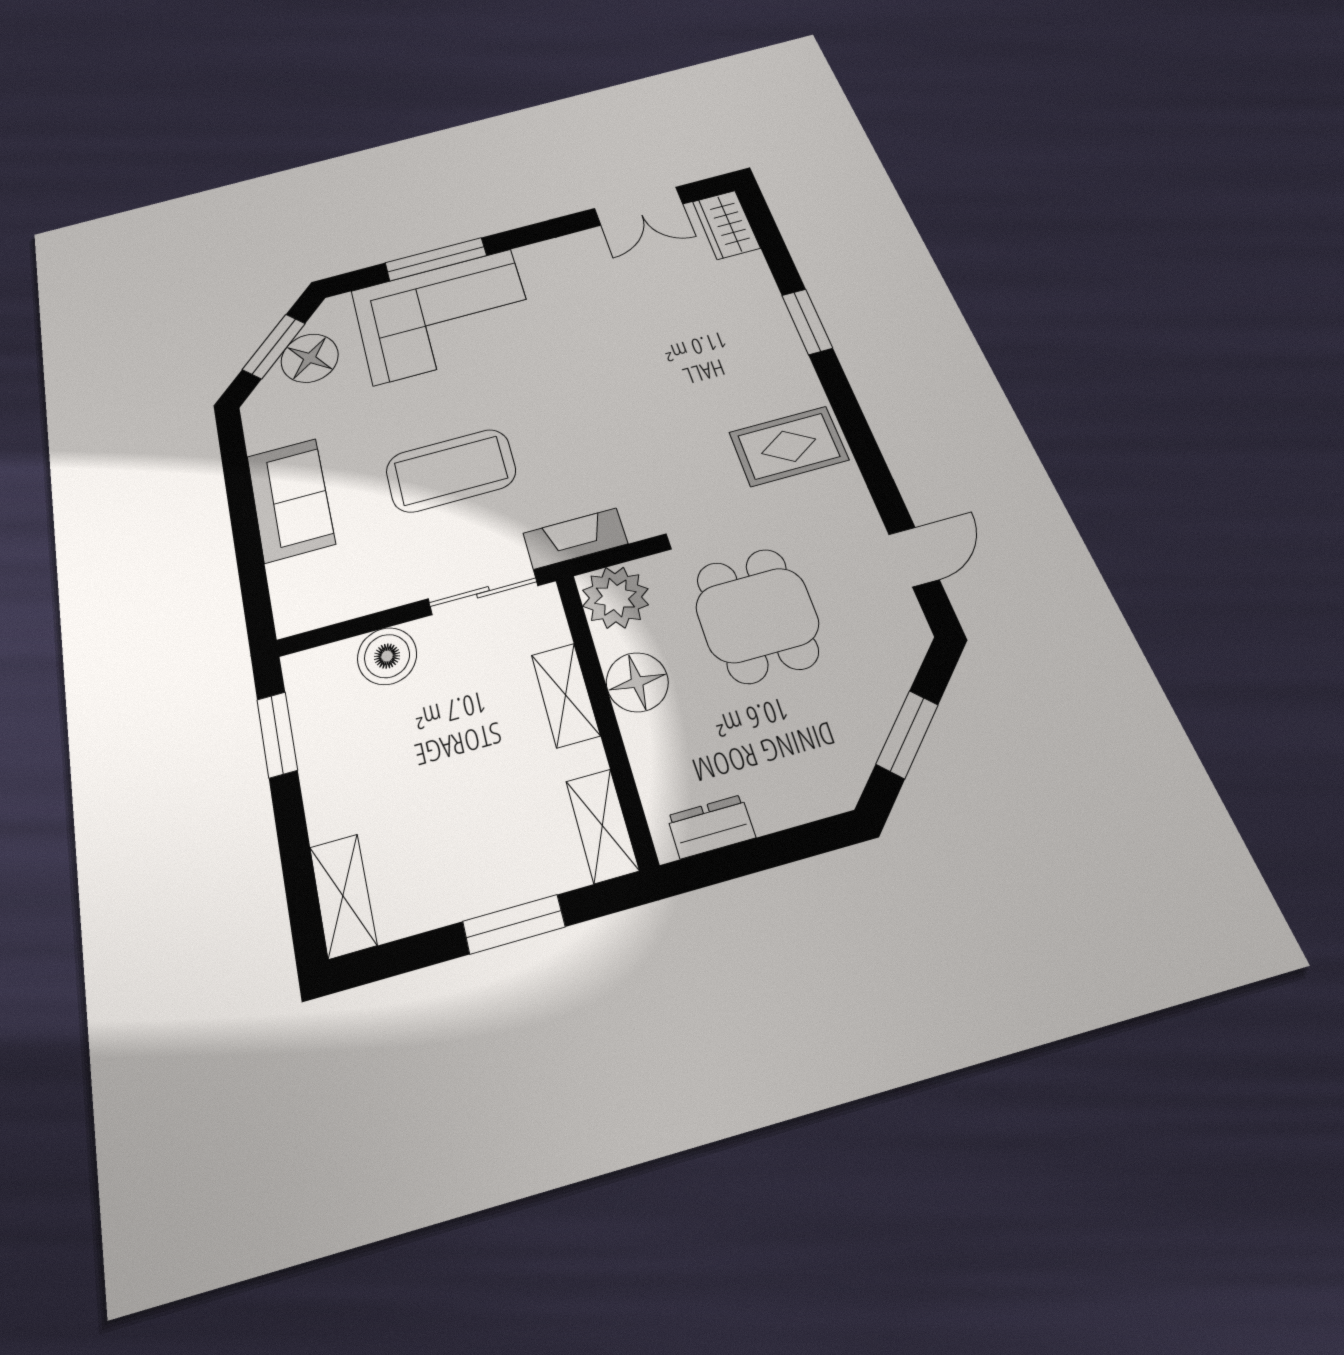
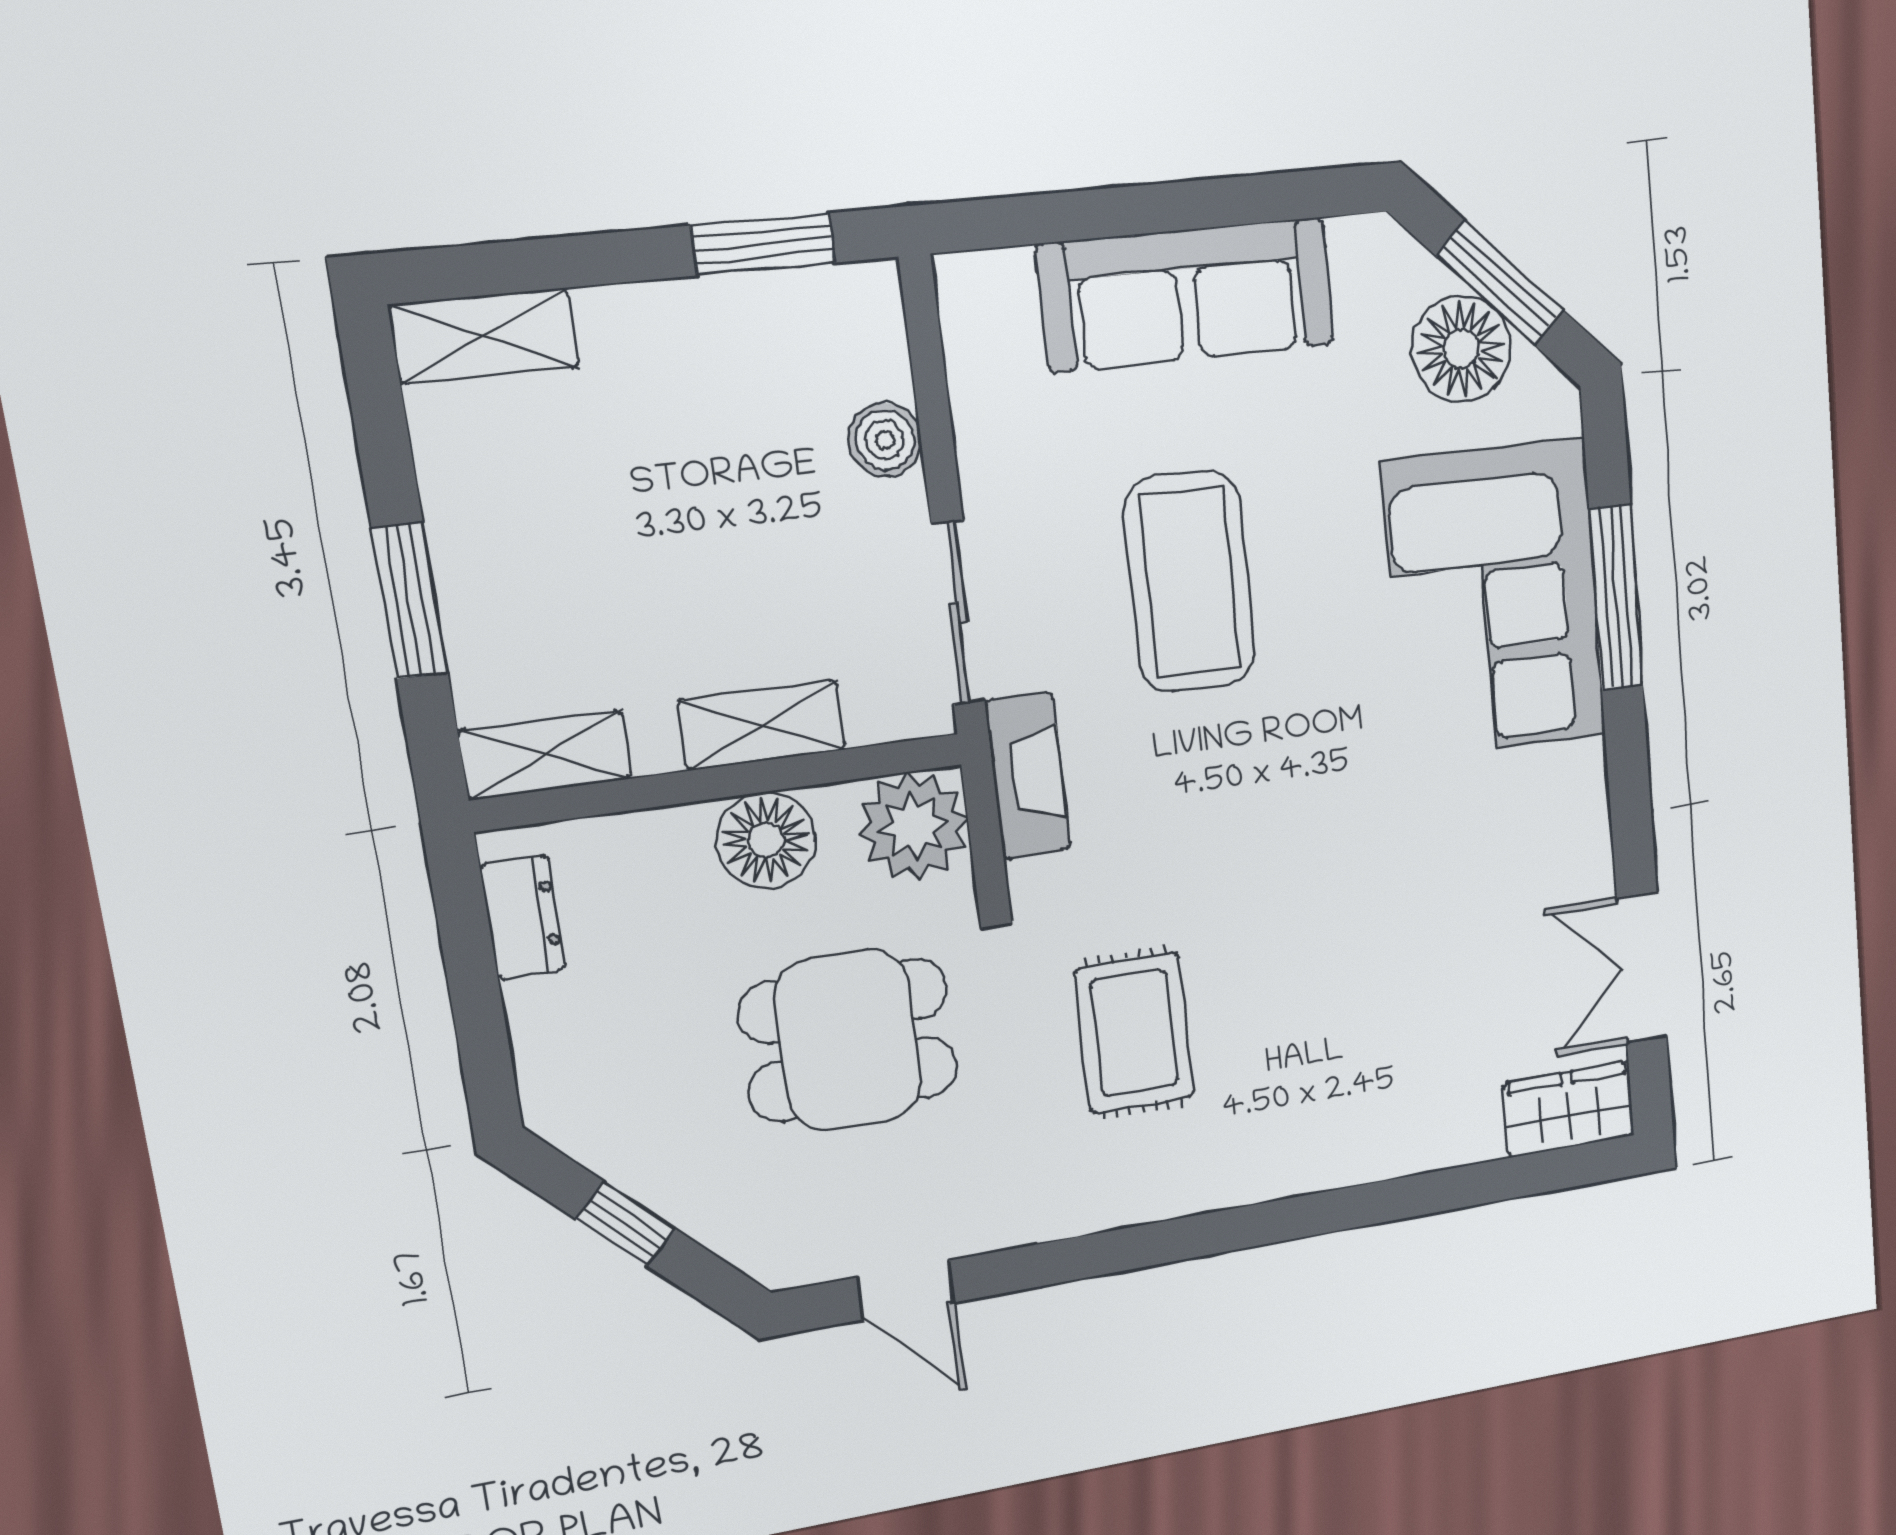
window: (807, 322) -> (1351, 1208), removed
rug: (789, 446) -> (1134, 1033), moved
sofa: (291, 500) -> (1187, 295), width x1.36
boiler: (387, 656) -> (885, 440), width x0.73, depth x0.73
window: (907, 734) -> (626, 1224), width x0.67

